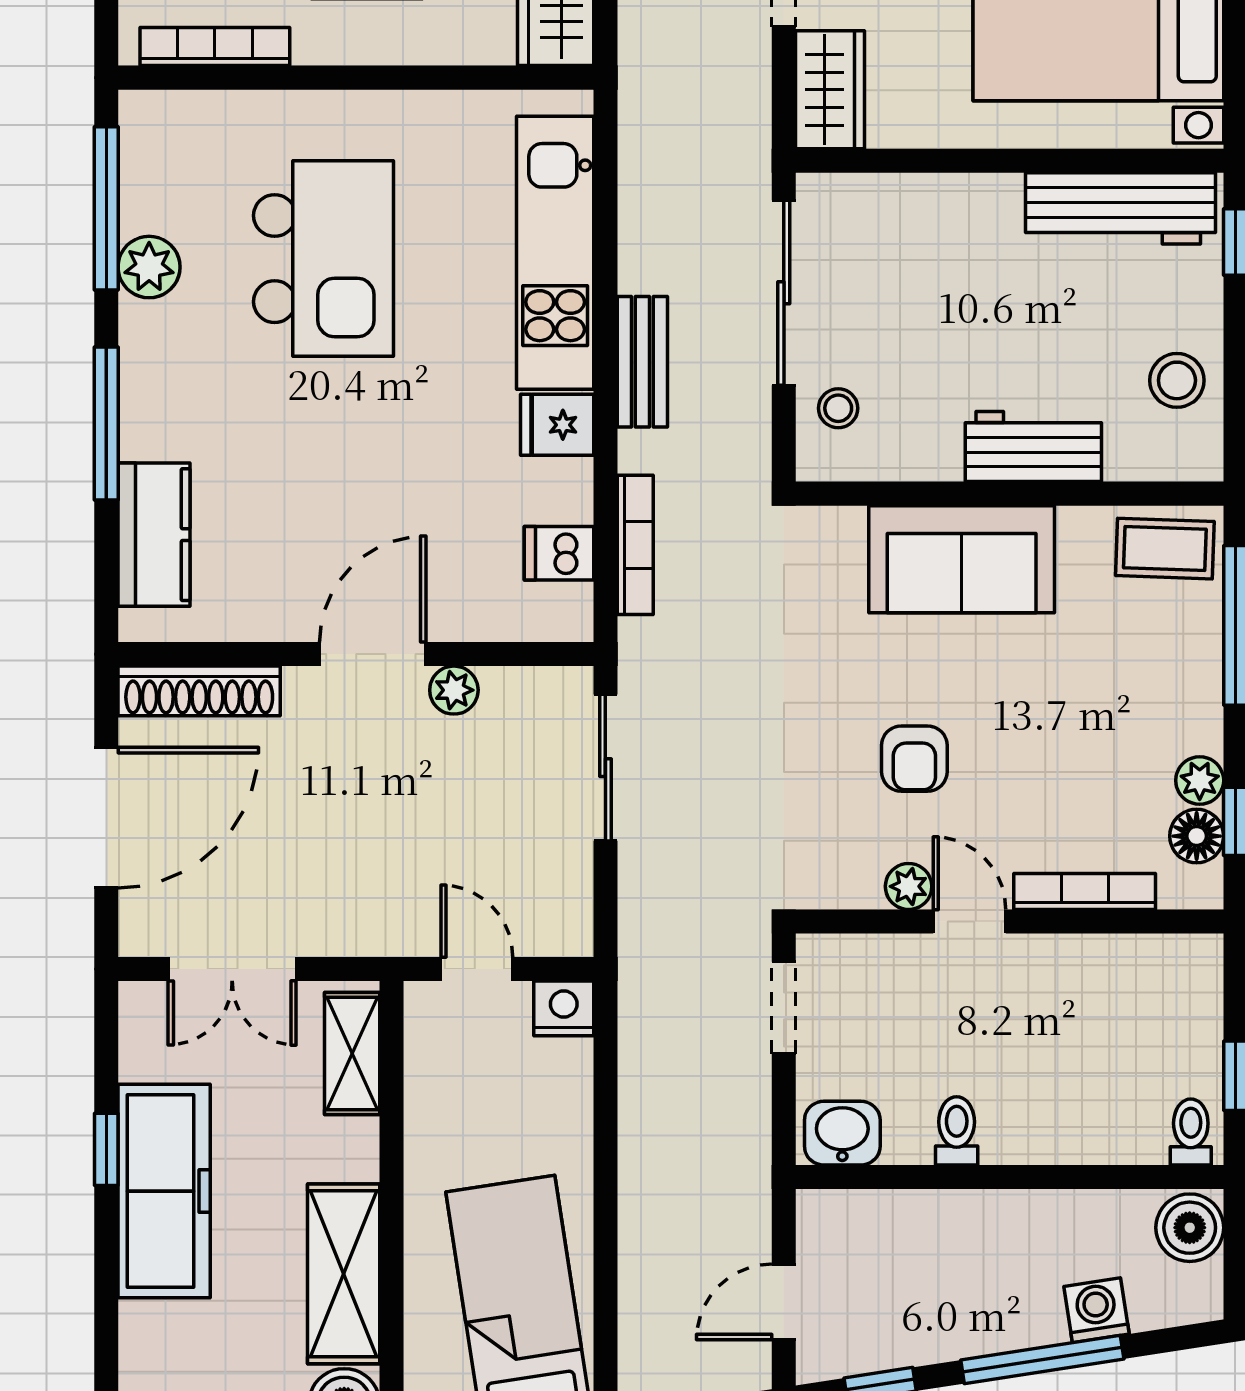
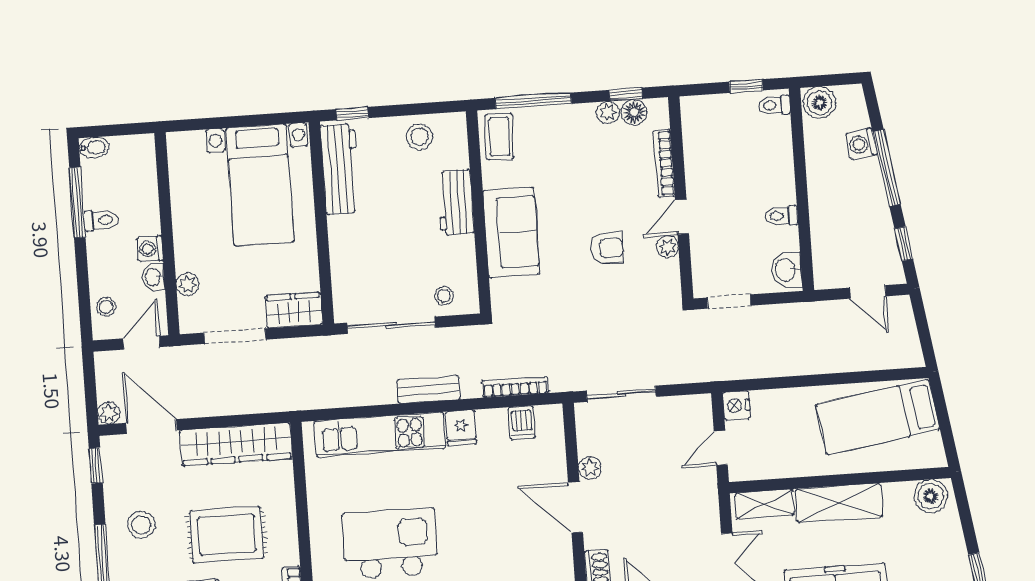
shelving: (344, 1274) -> (839, 503), moved

